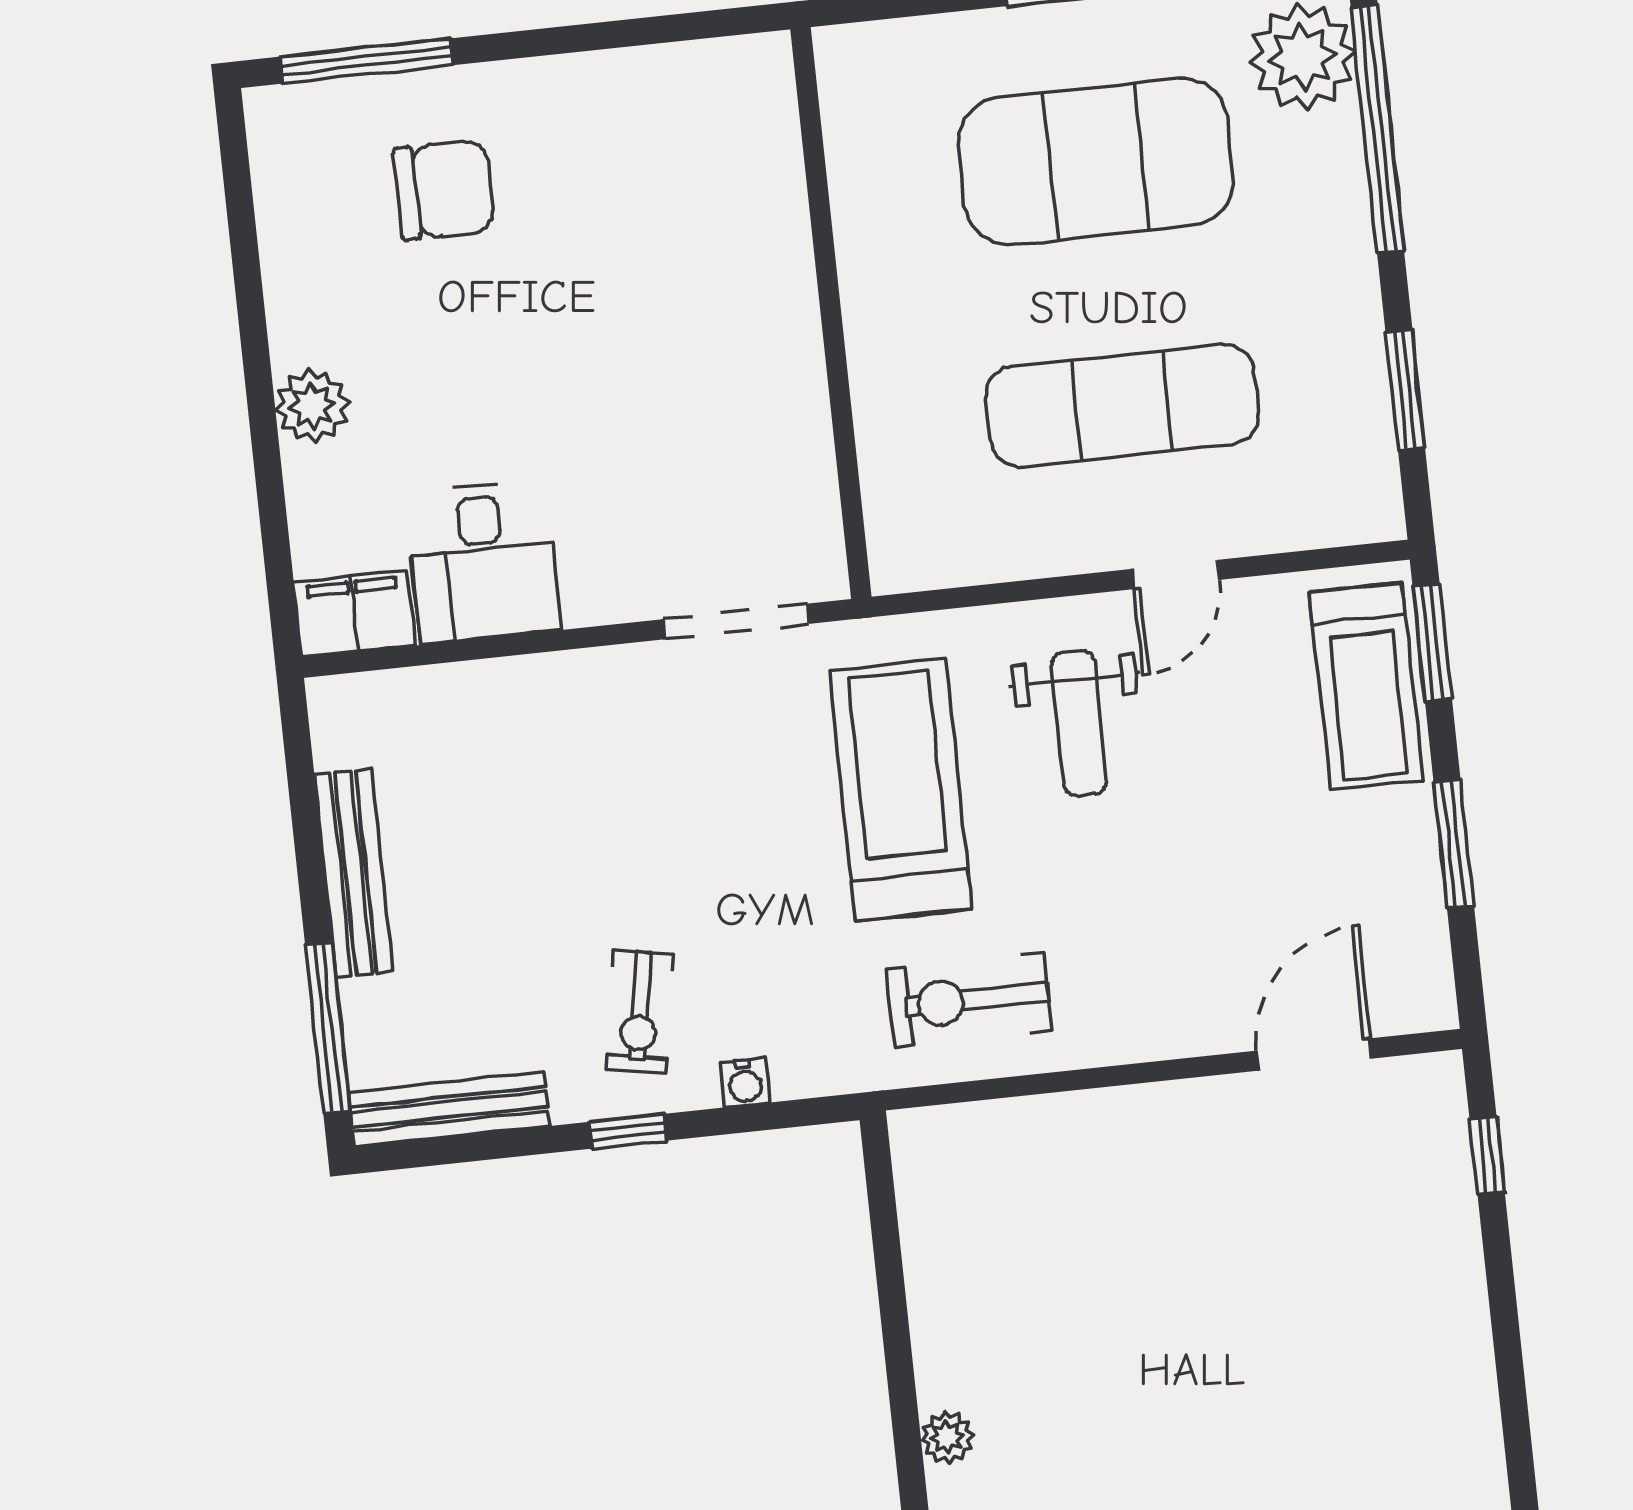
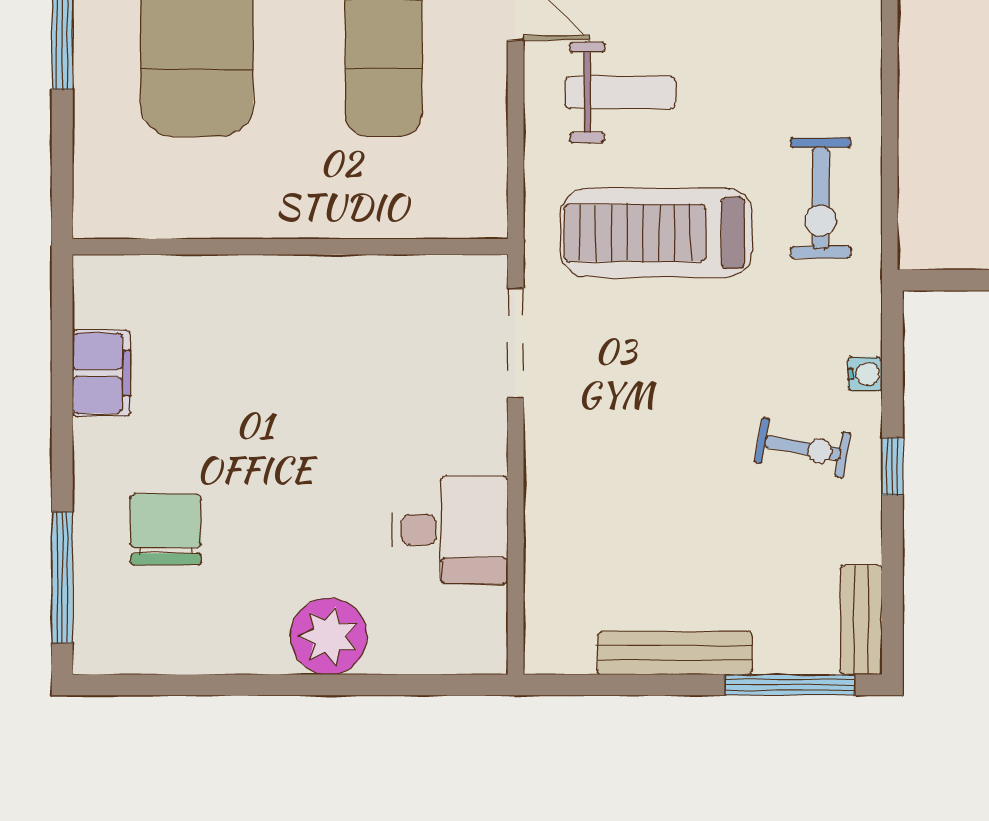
plant: (312, 406) -> (329, 636), width x1.36, depth x1.36
filing cabinet: (355, 614) -> (101, 373), moved, turned 180
bench: (449, 1109) -> (861, 620), width x0.73

